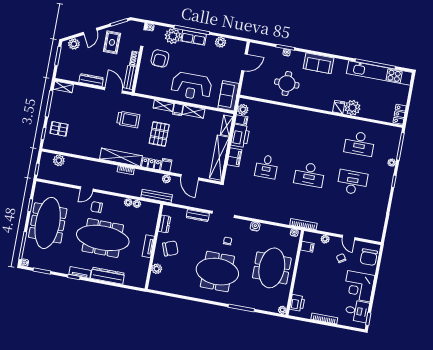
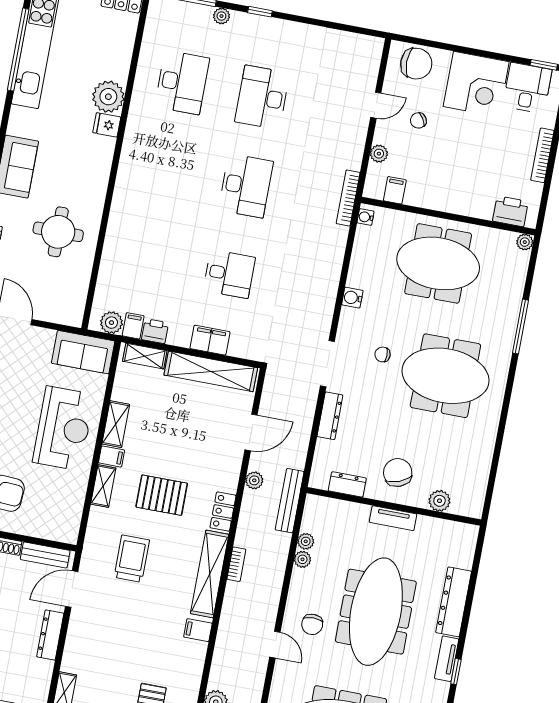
printer: (240, 136) -> (155, 331), width x0.53, depth x0.68
filing cabinet: (166, 165) -> (198, 630), moved
meeting table: (217, 272) -> (445, 376), turned 90

